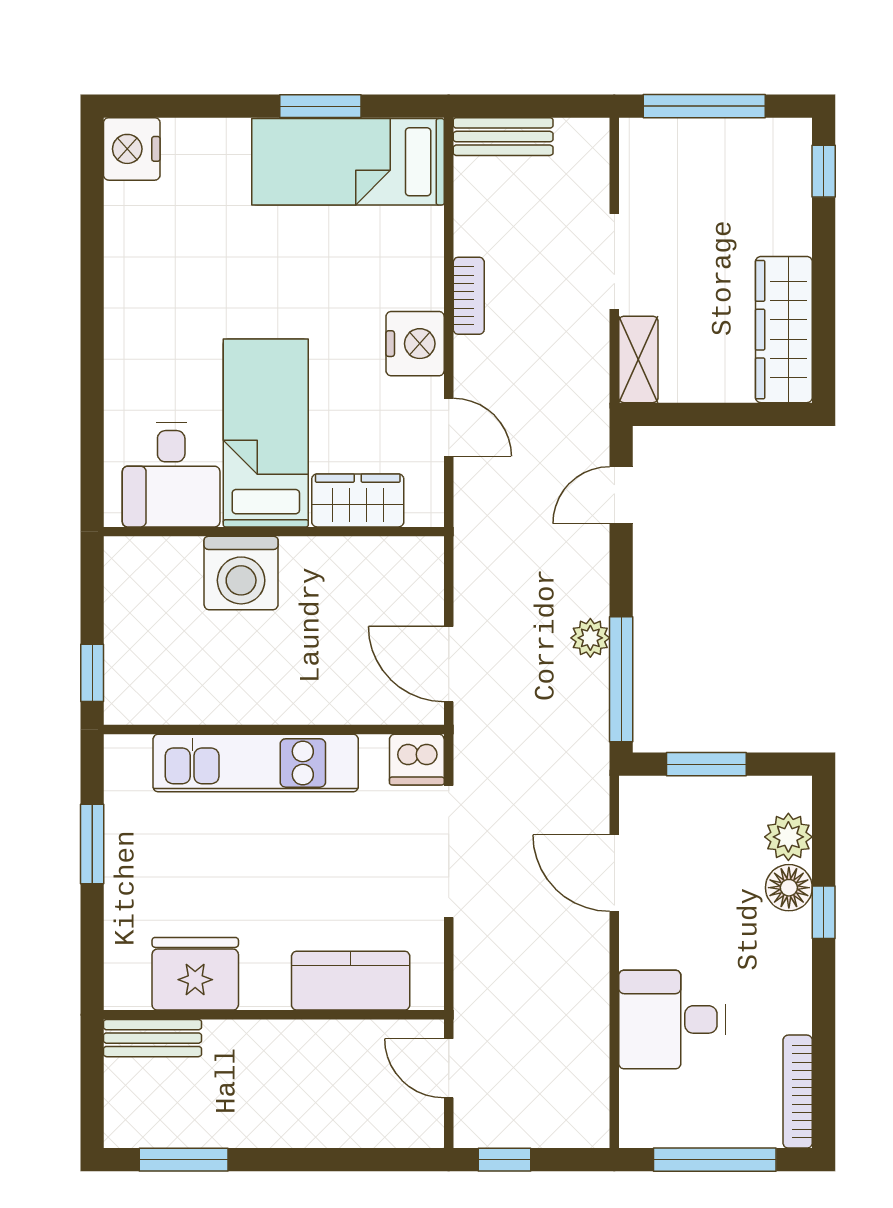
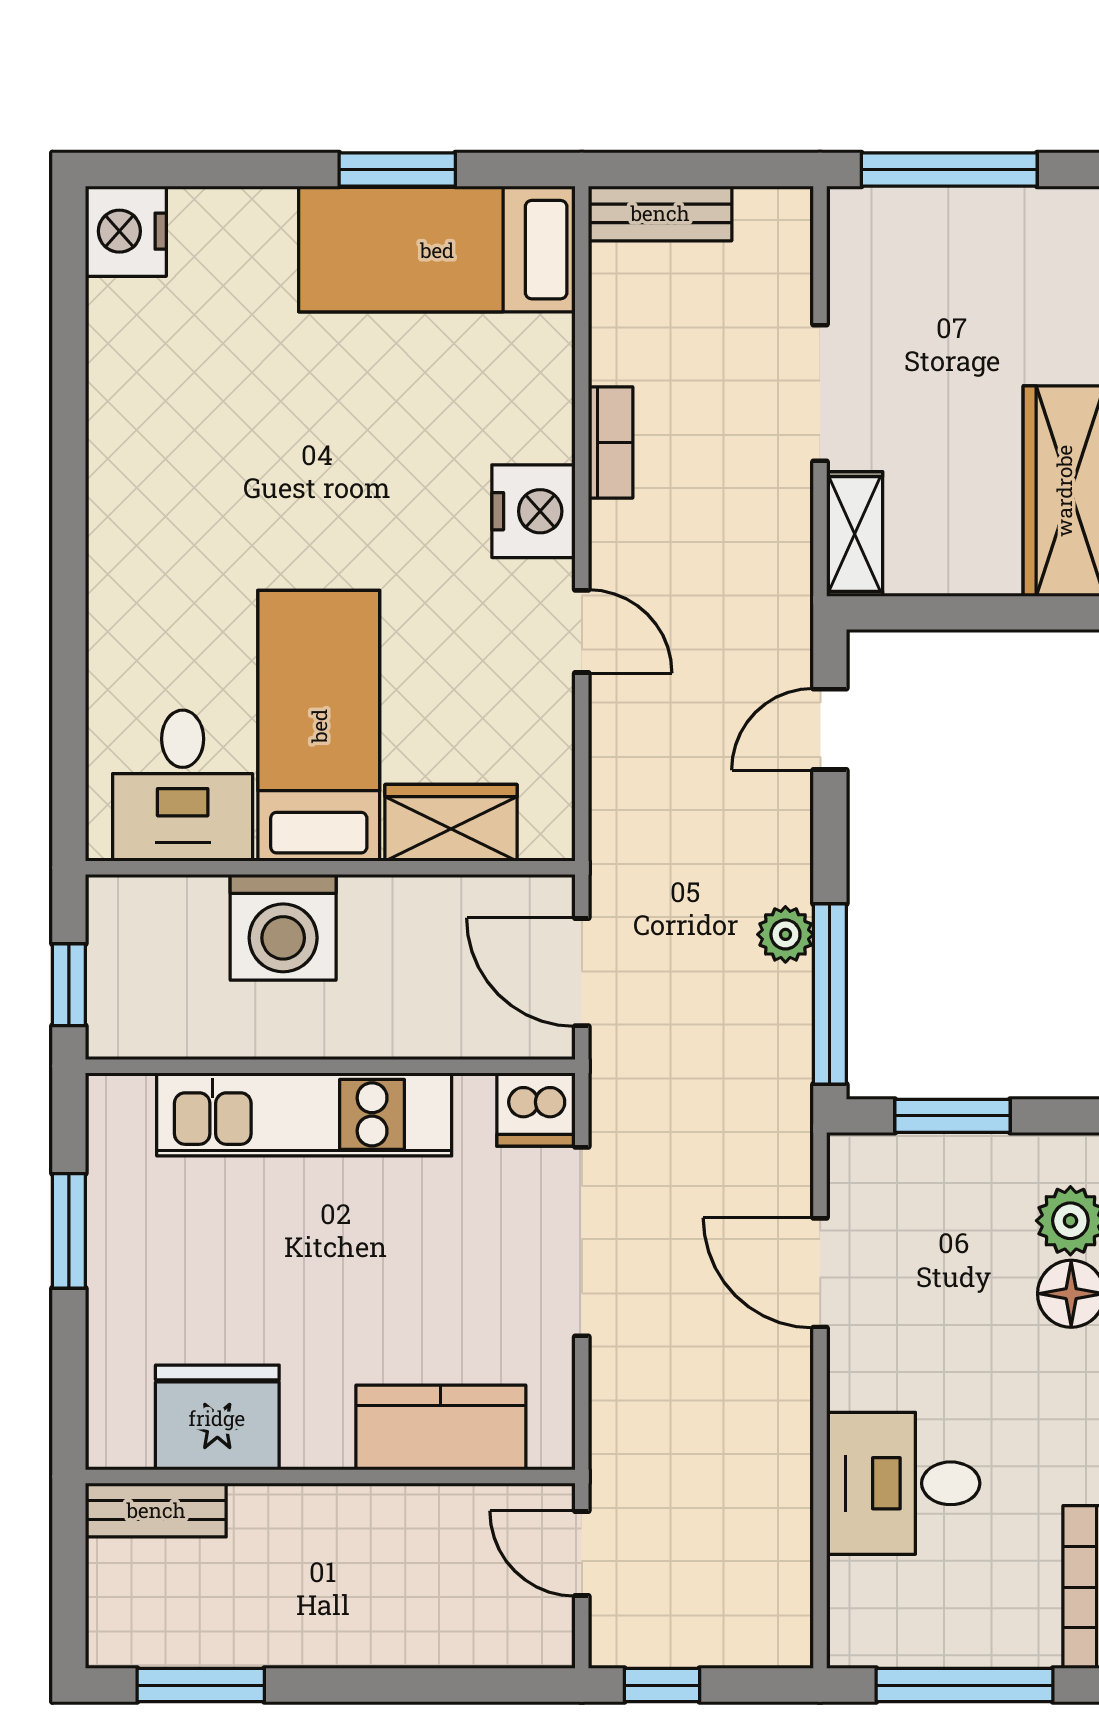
bed: (266, 433) -> (319, 726), moved
desk: (171, 475) -> (183, 786), moved
wardrobe: (358, 500) -> (451, 823), moved
wall: (274, 532) -> (330, 868), moved
washing machine: (241, 573) -> (283, 927), moved

